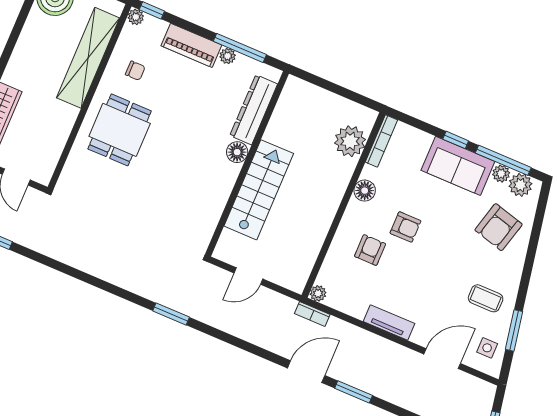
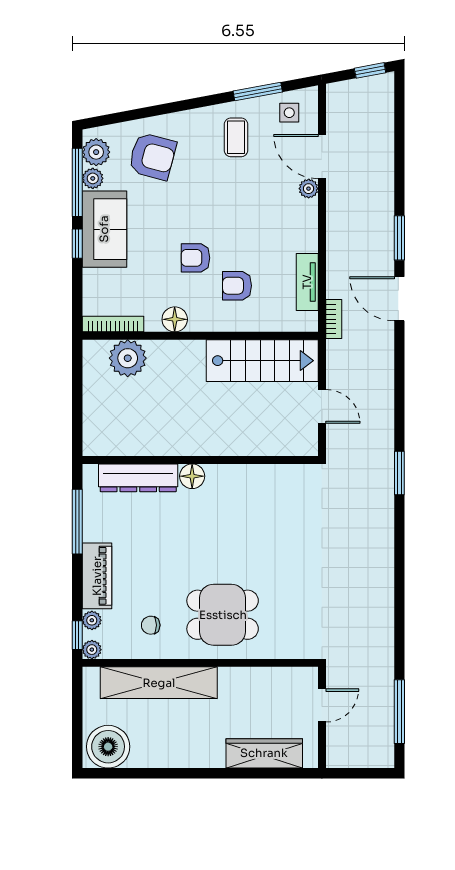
plant: (228, 56) -> (92, 620), moved
chair: (135, 71) -> (151, 625), turned -90
stairs: (259, 190) -> (262, 361), moved, turned 180
armchair: (405, 227) -> (195, 258), turned -90
plant: (318, 293) -> (309, 189), moved
tv unit: (389, 323) -> (307, 282), moved

